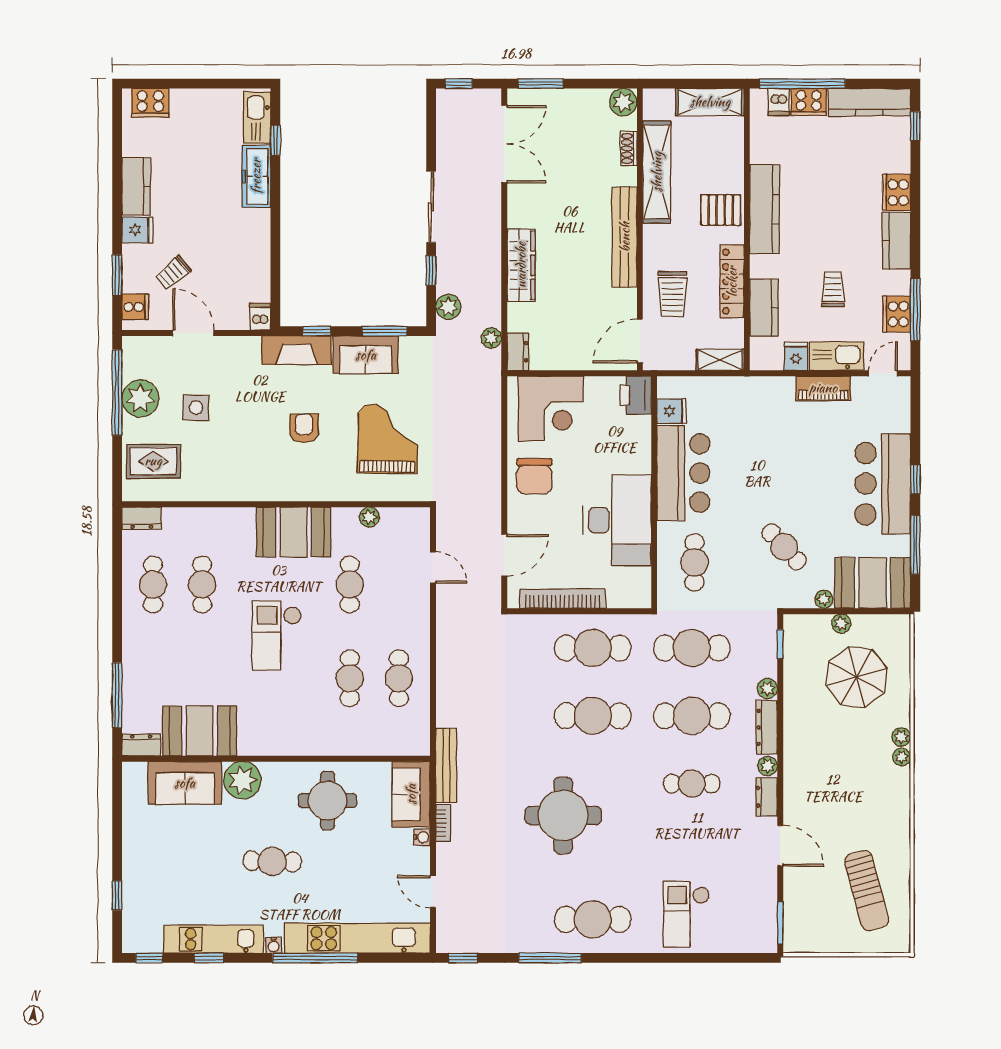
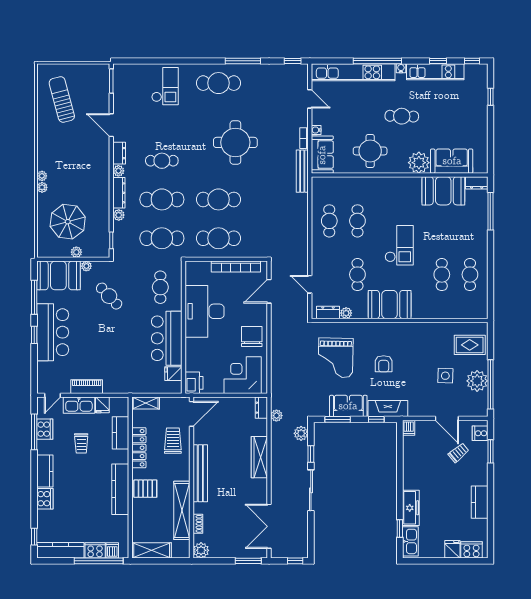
fridge: (137, 230) -> (452, 549), moved, turned 90
dresser: (142, 518) -> (328, 312), moved

